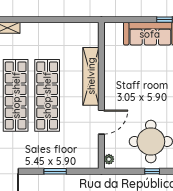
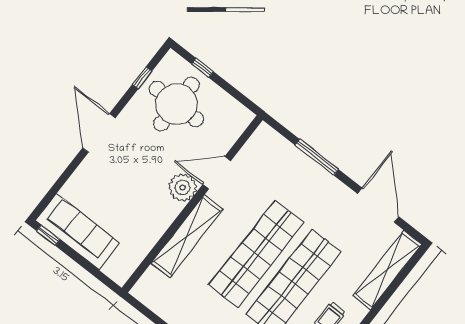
plant: (109, 159) -> (182, 187), moved, width x1.88, depth x1.88
window: (55, 171) -> (317, 157), width x1.44

